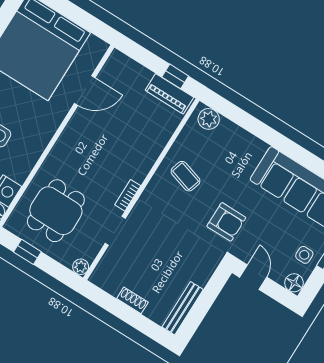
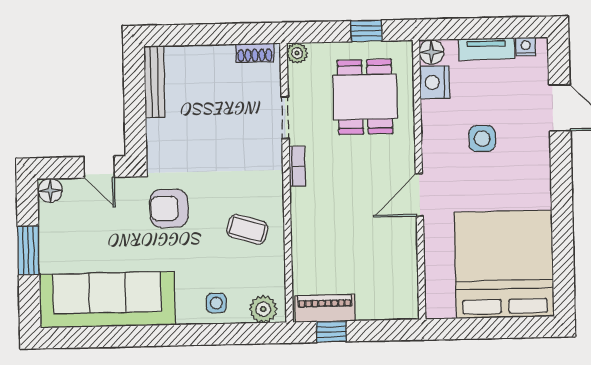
door: (85, 90) -> (419, 195), moved
side table: (304, 255) -> (216, 303), moved
shoe rack: (132, 300) -> (255, 53), moved

